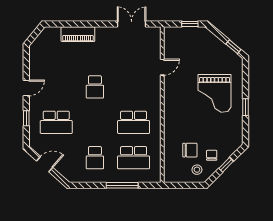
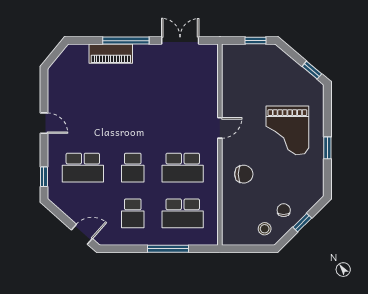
window: (89, 24) -> (126, 41), added
door: (162, 67) -> (220, 128), moved
school desk: (95, 87) -> (133, 168), moved
door: (26, 88) -> (44, 123), hinge flipped
window: (26, 118) -> (44, 177), moved
chair: (190, 150) -> (244, 174), moved
door: (45, 164) -> (82, 234), moved

